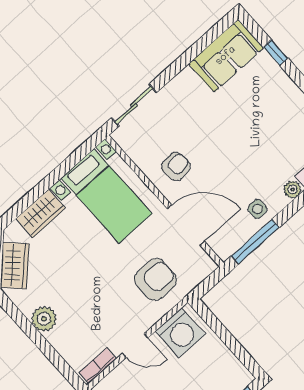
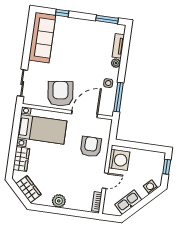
sofa: (226, 56) -> (42, 38), width x1.36
armchair: (176, 166) -> (60, 94), width x1.88, depth x1.88

